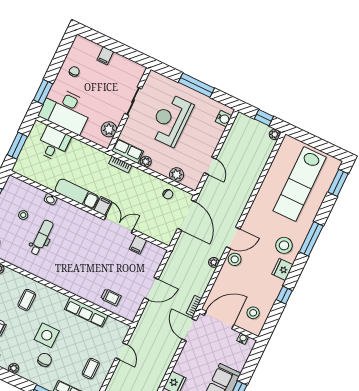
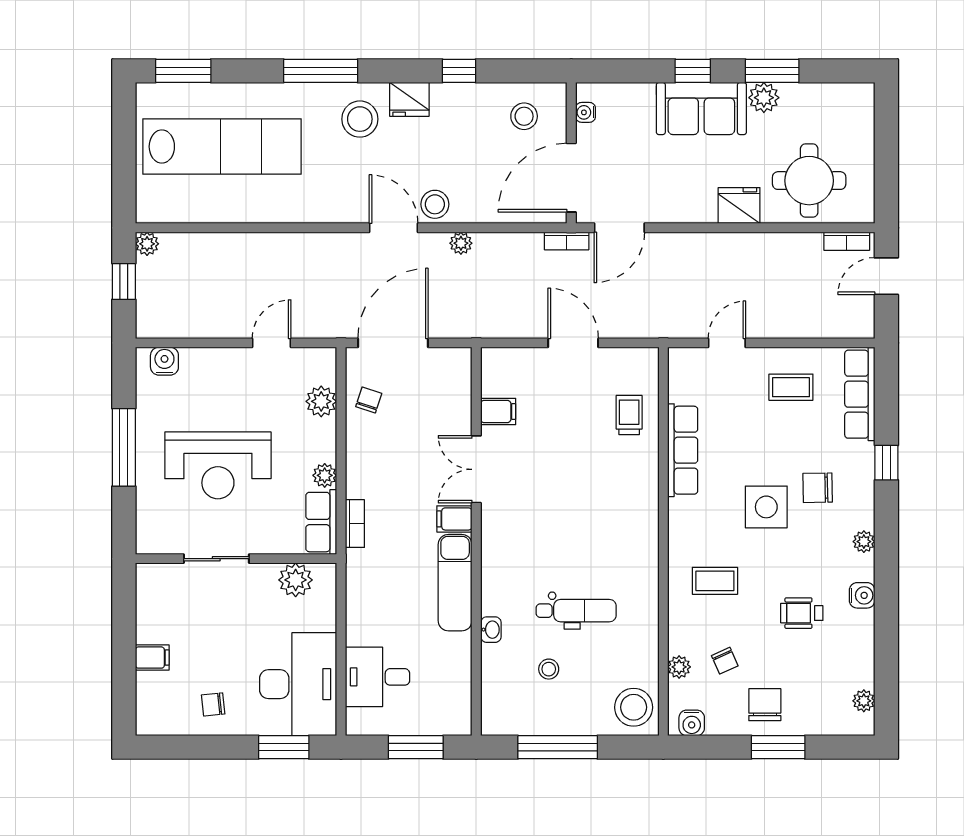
dental chair: (42, 238) -> (576, 611), turned 180
door: (219, 320) -> (571, 178), hinge flipped

